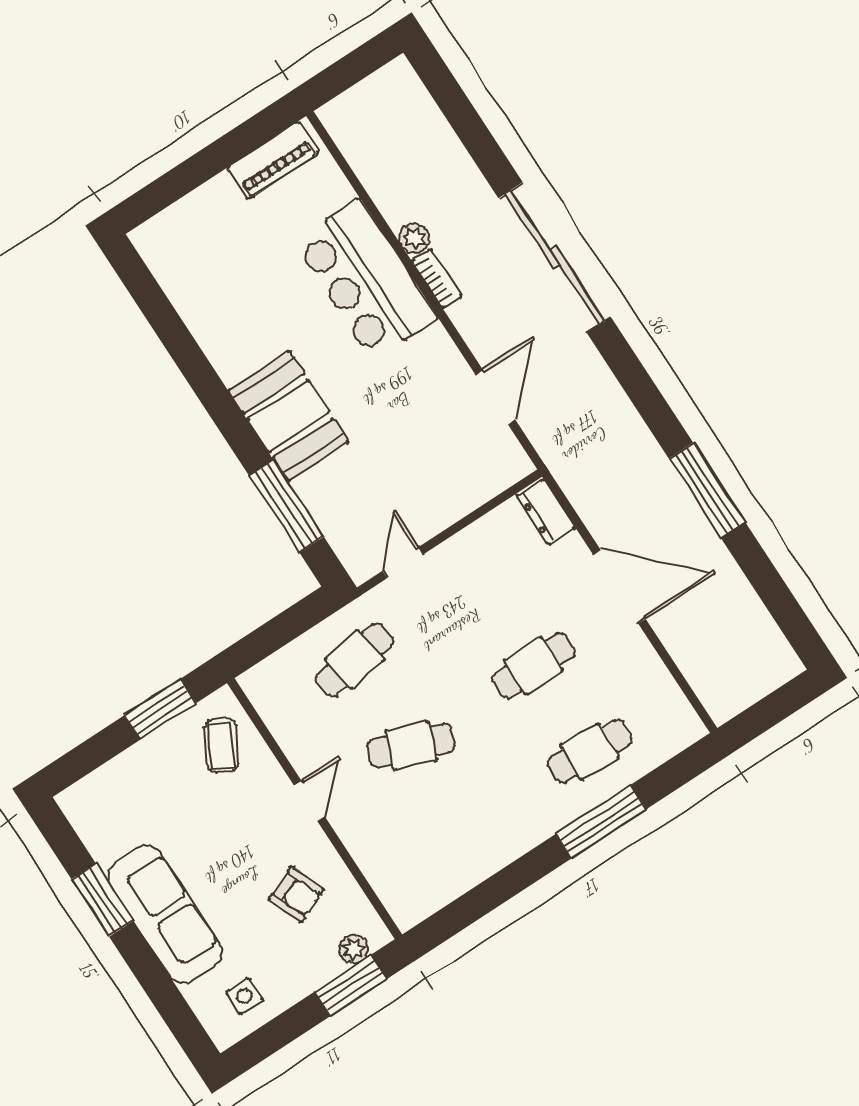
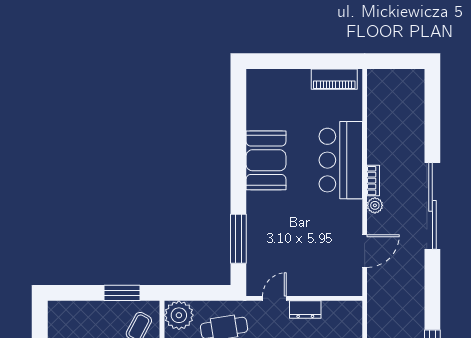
plant: (414, 238) -> (375, 205), moved
booth: (289, 416) -> (266, 160), moved
dresser: (546, 512) -> (305, 309), moved, turned -90
plant: (272, 686) -> (179, 315), added

